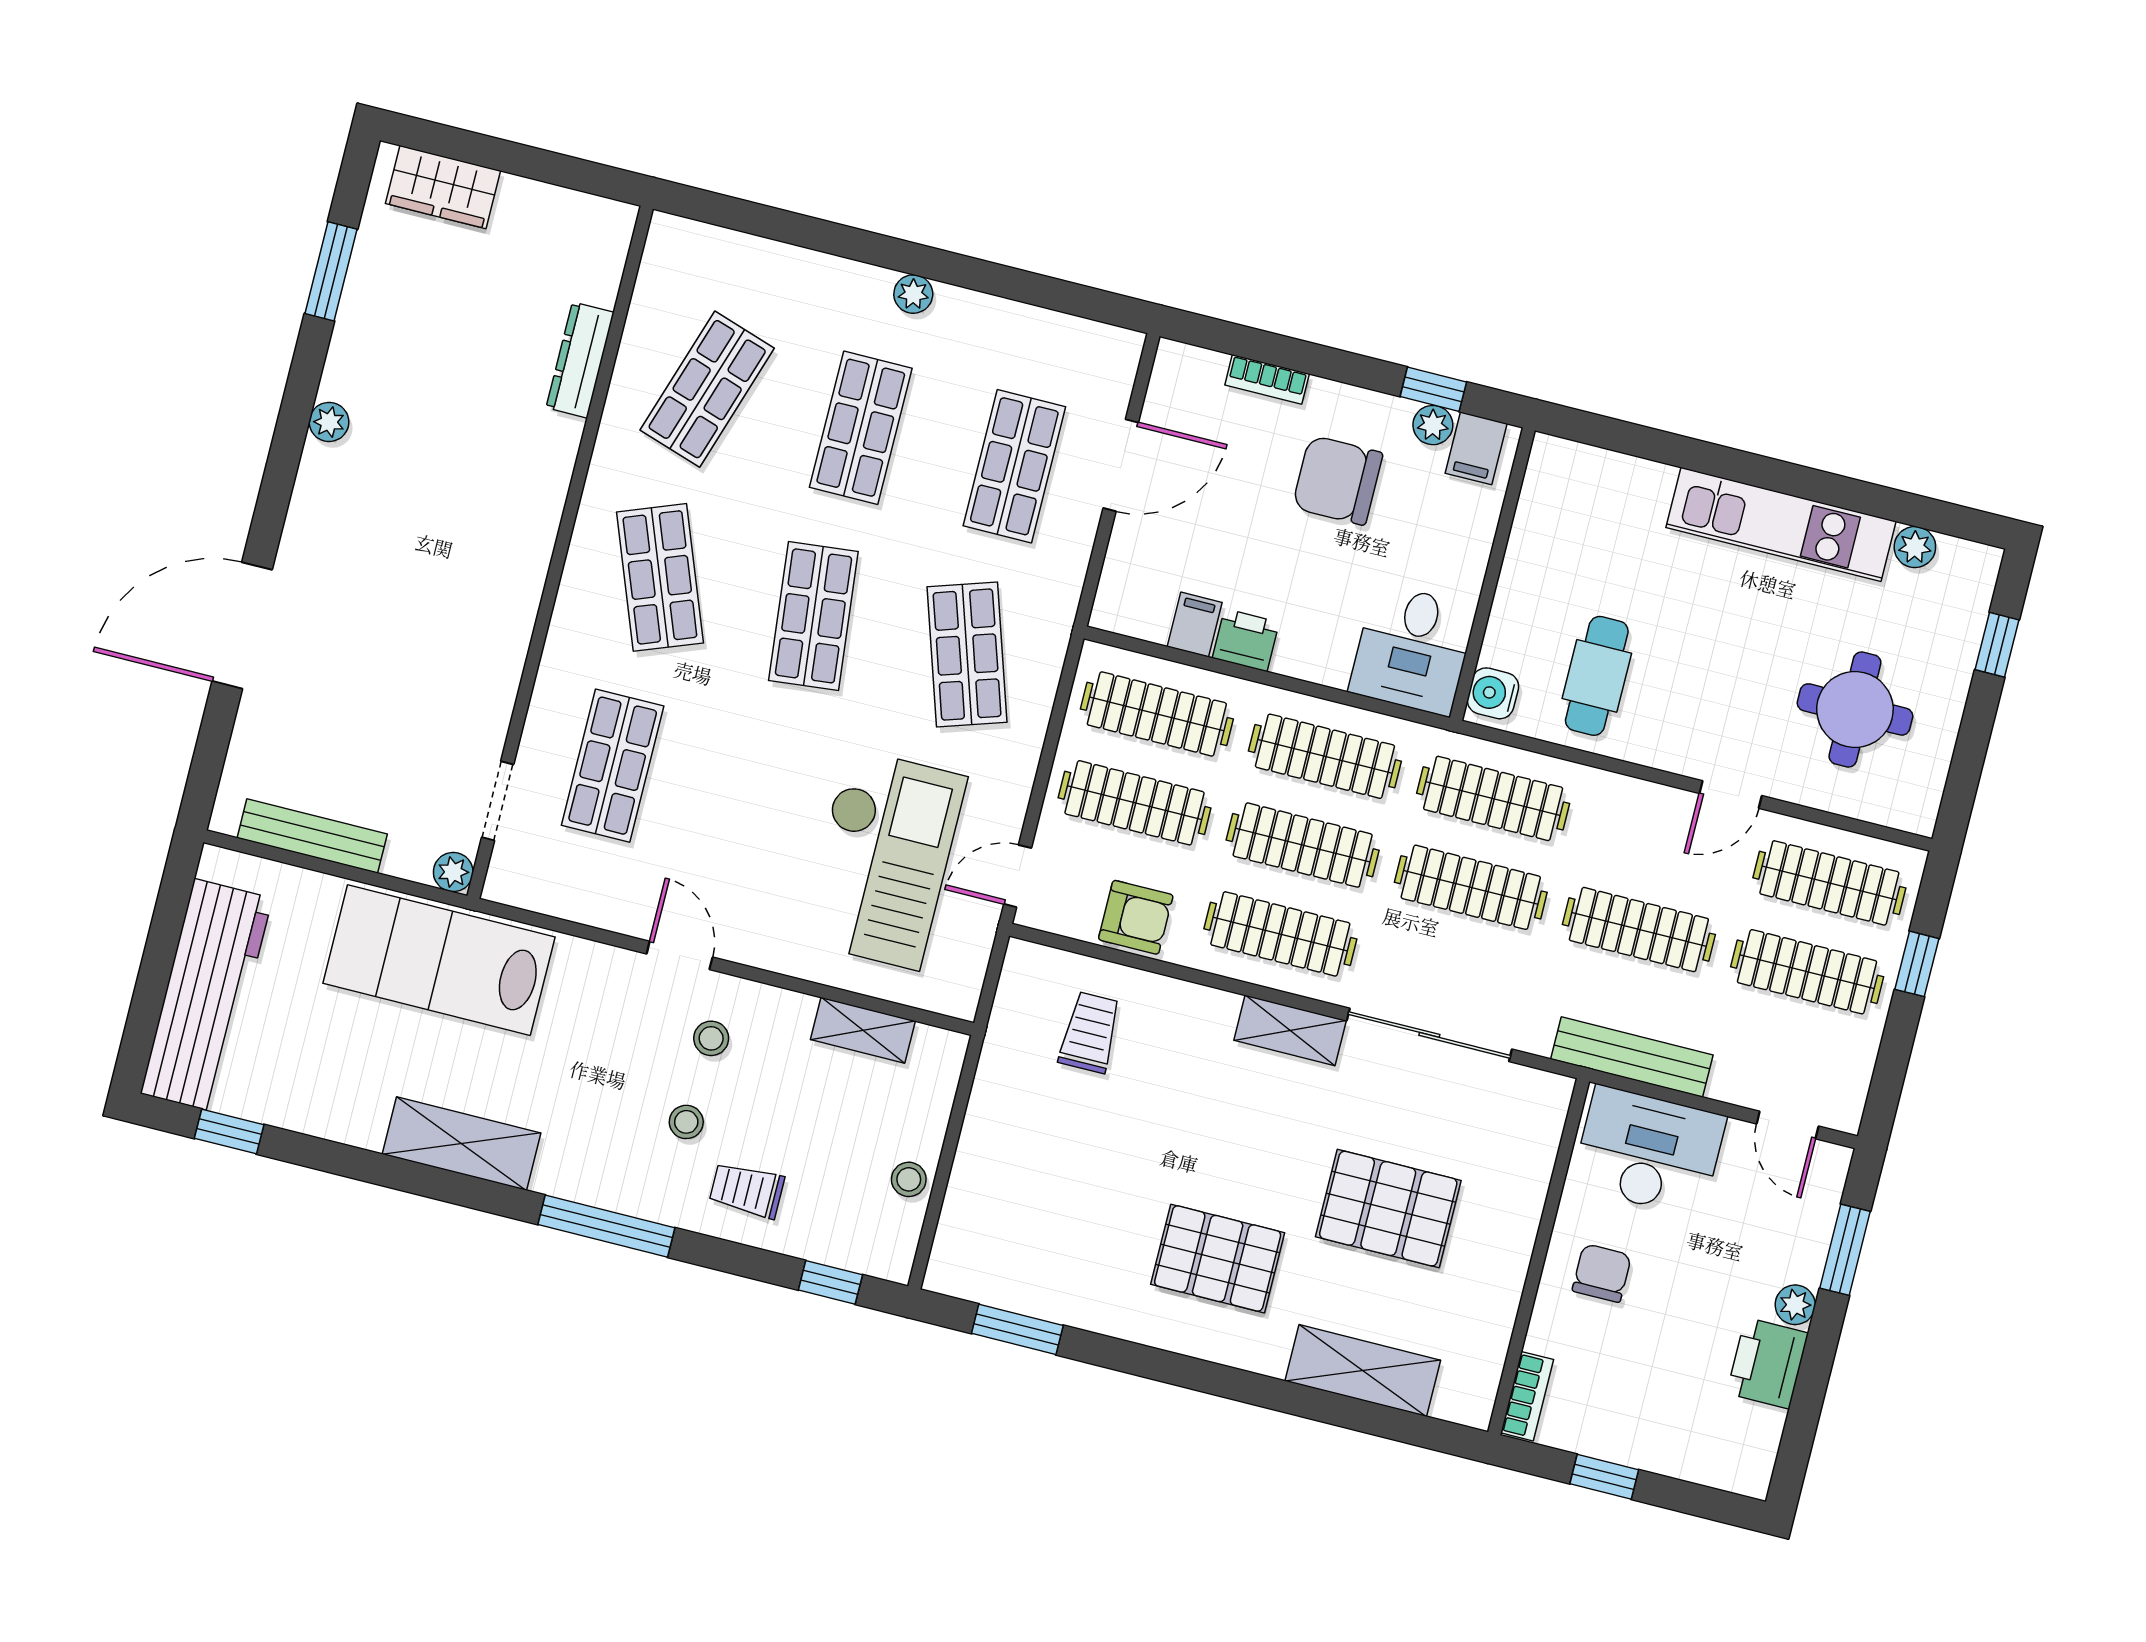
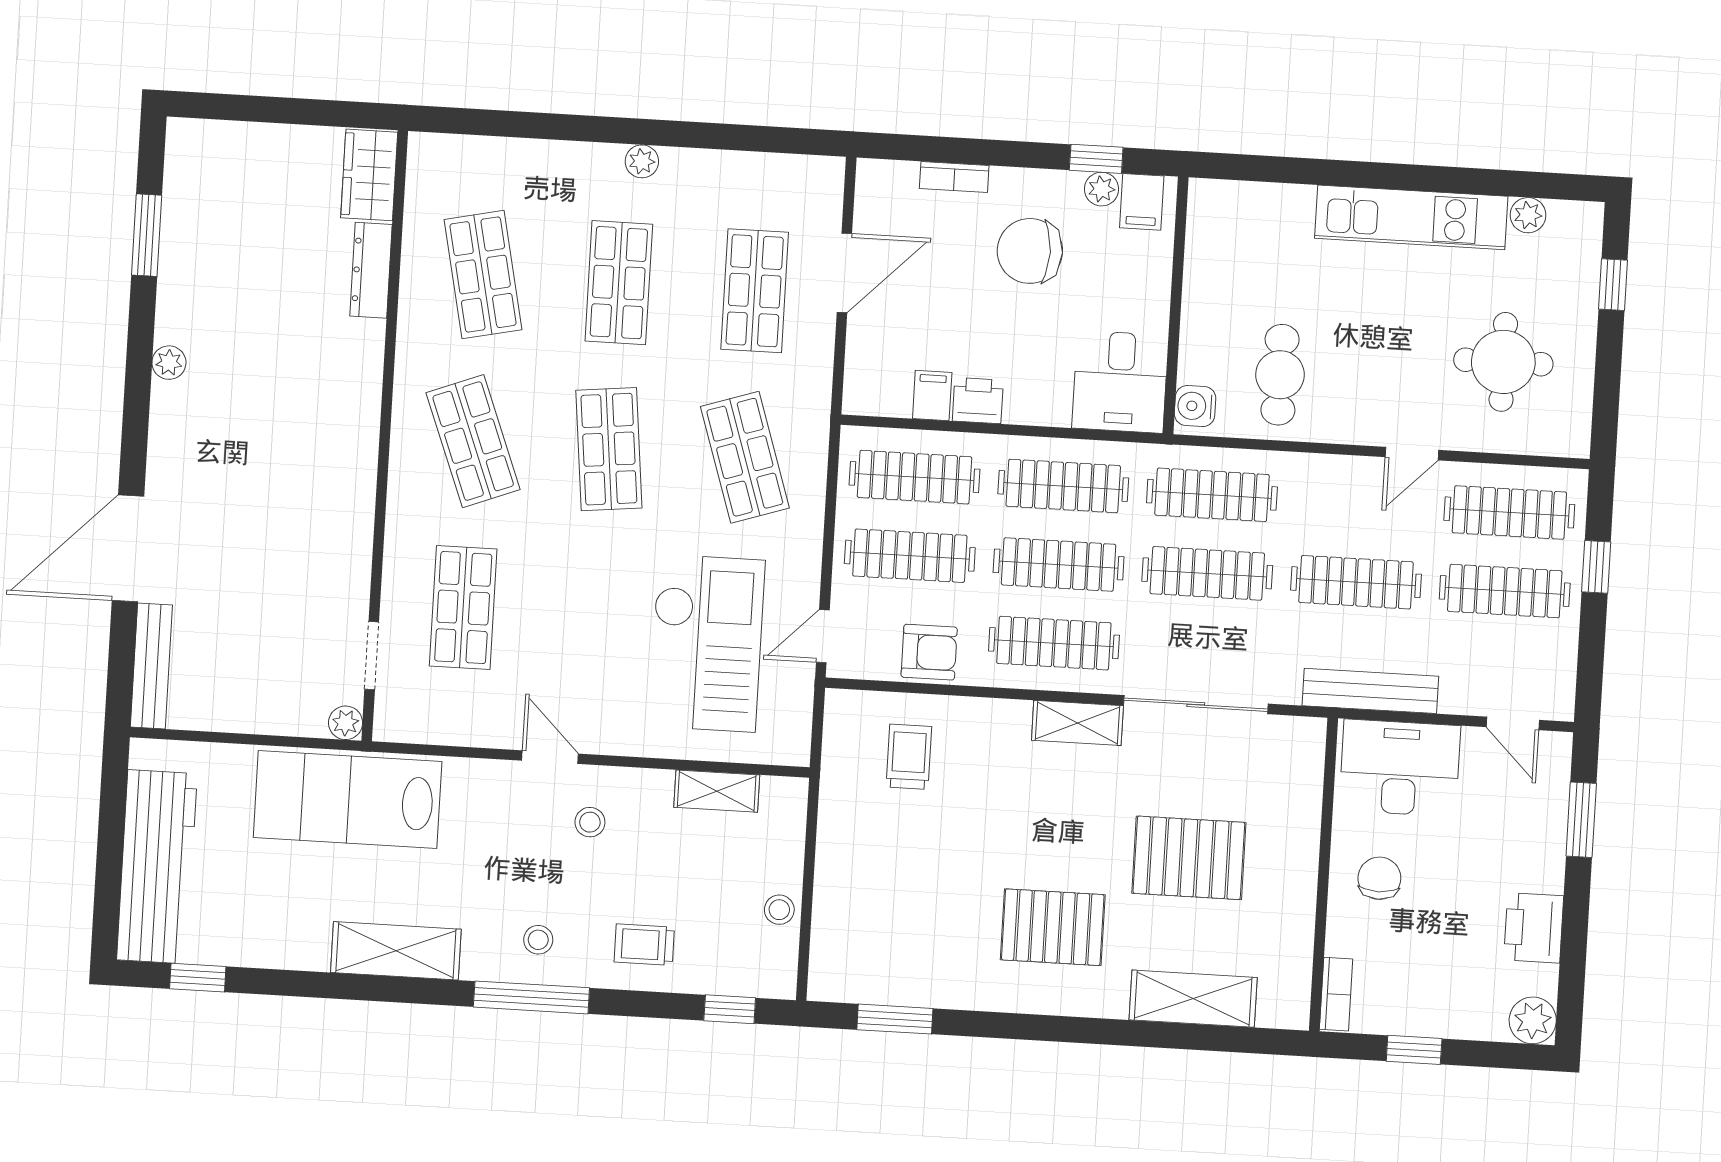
wardrobe: (443, 187) -> (369, 175), moved, turned 90
shop shelf: (707, 389) -> (483, 275), turned -30
bench: (312, 836) -> (151, 666), moved, turned 90
stool: (686, 1122) -> (538, 940), moved
plant: (1795, 1305) -> (1533, 1020), moved, width x1.38, depth x1.38

